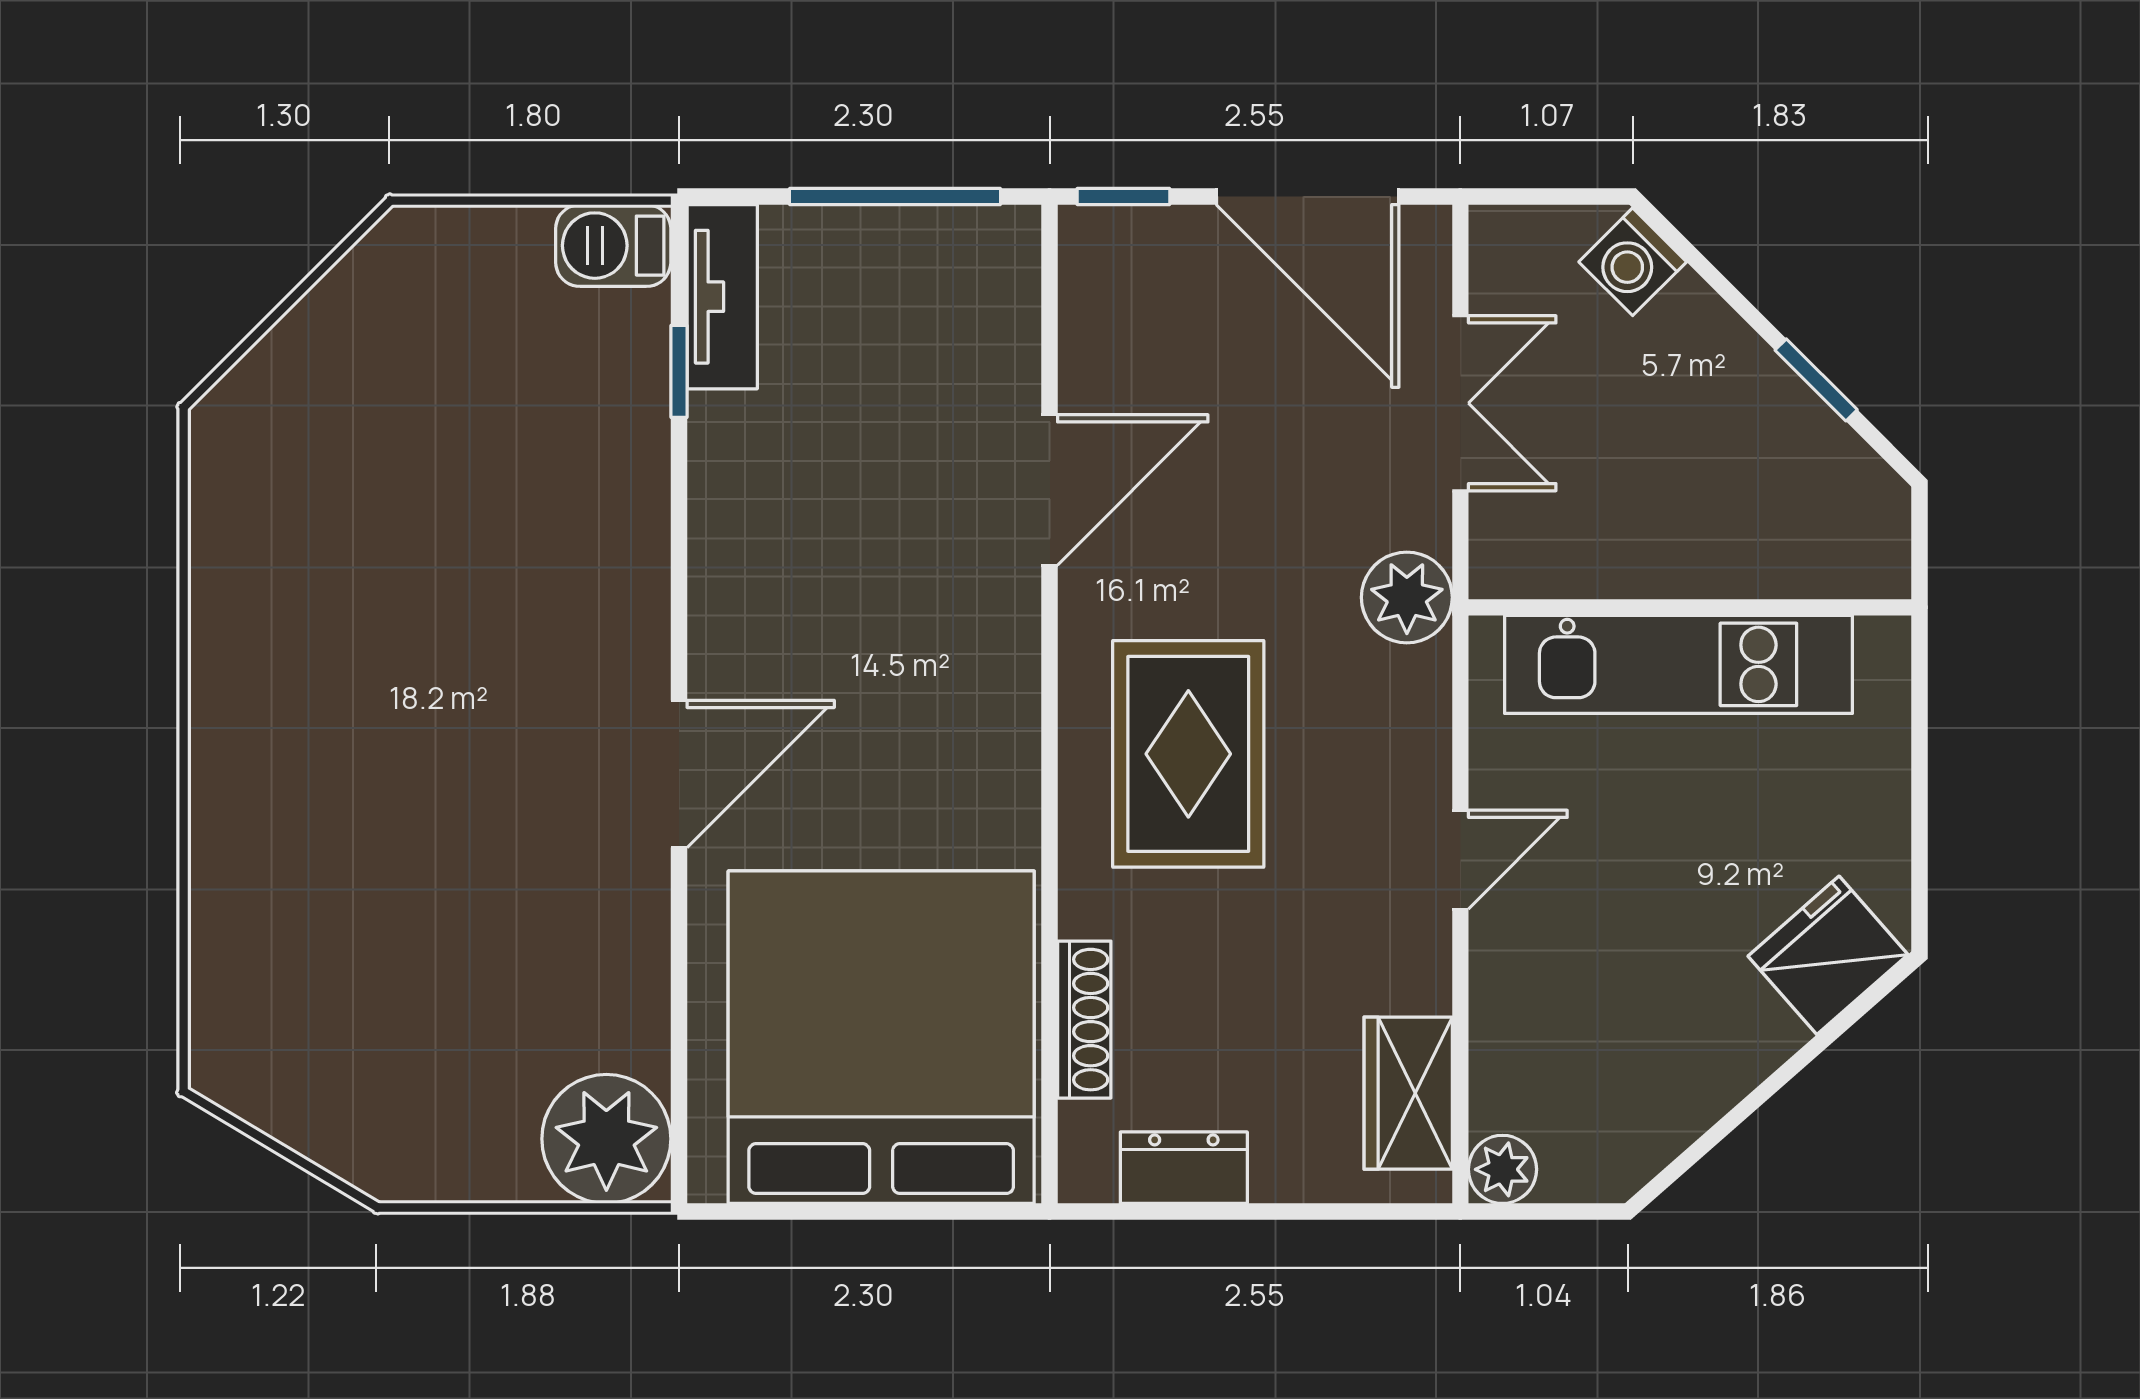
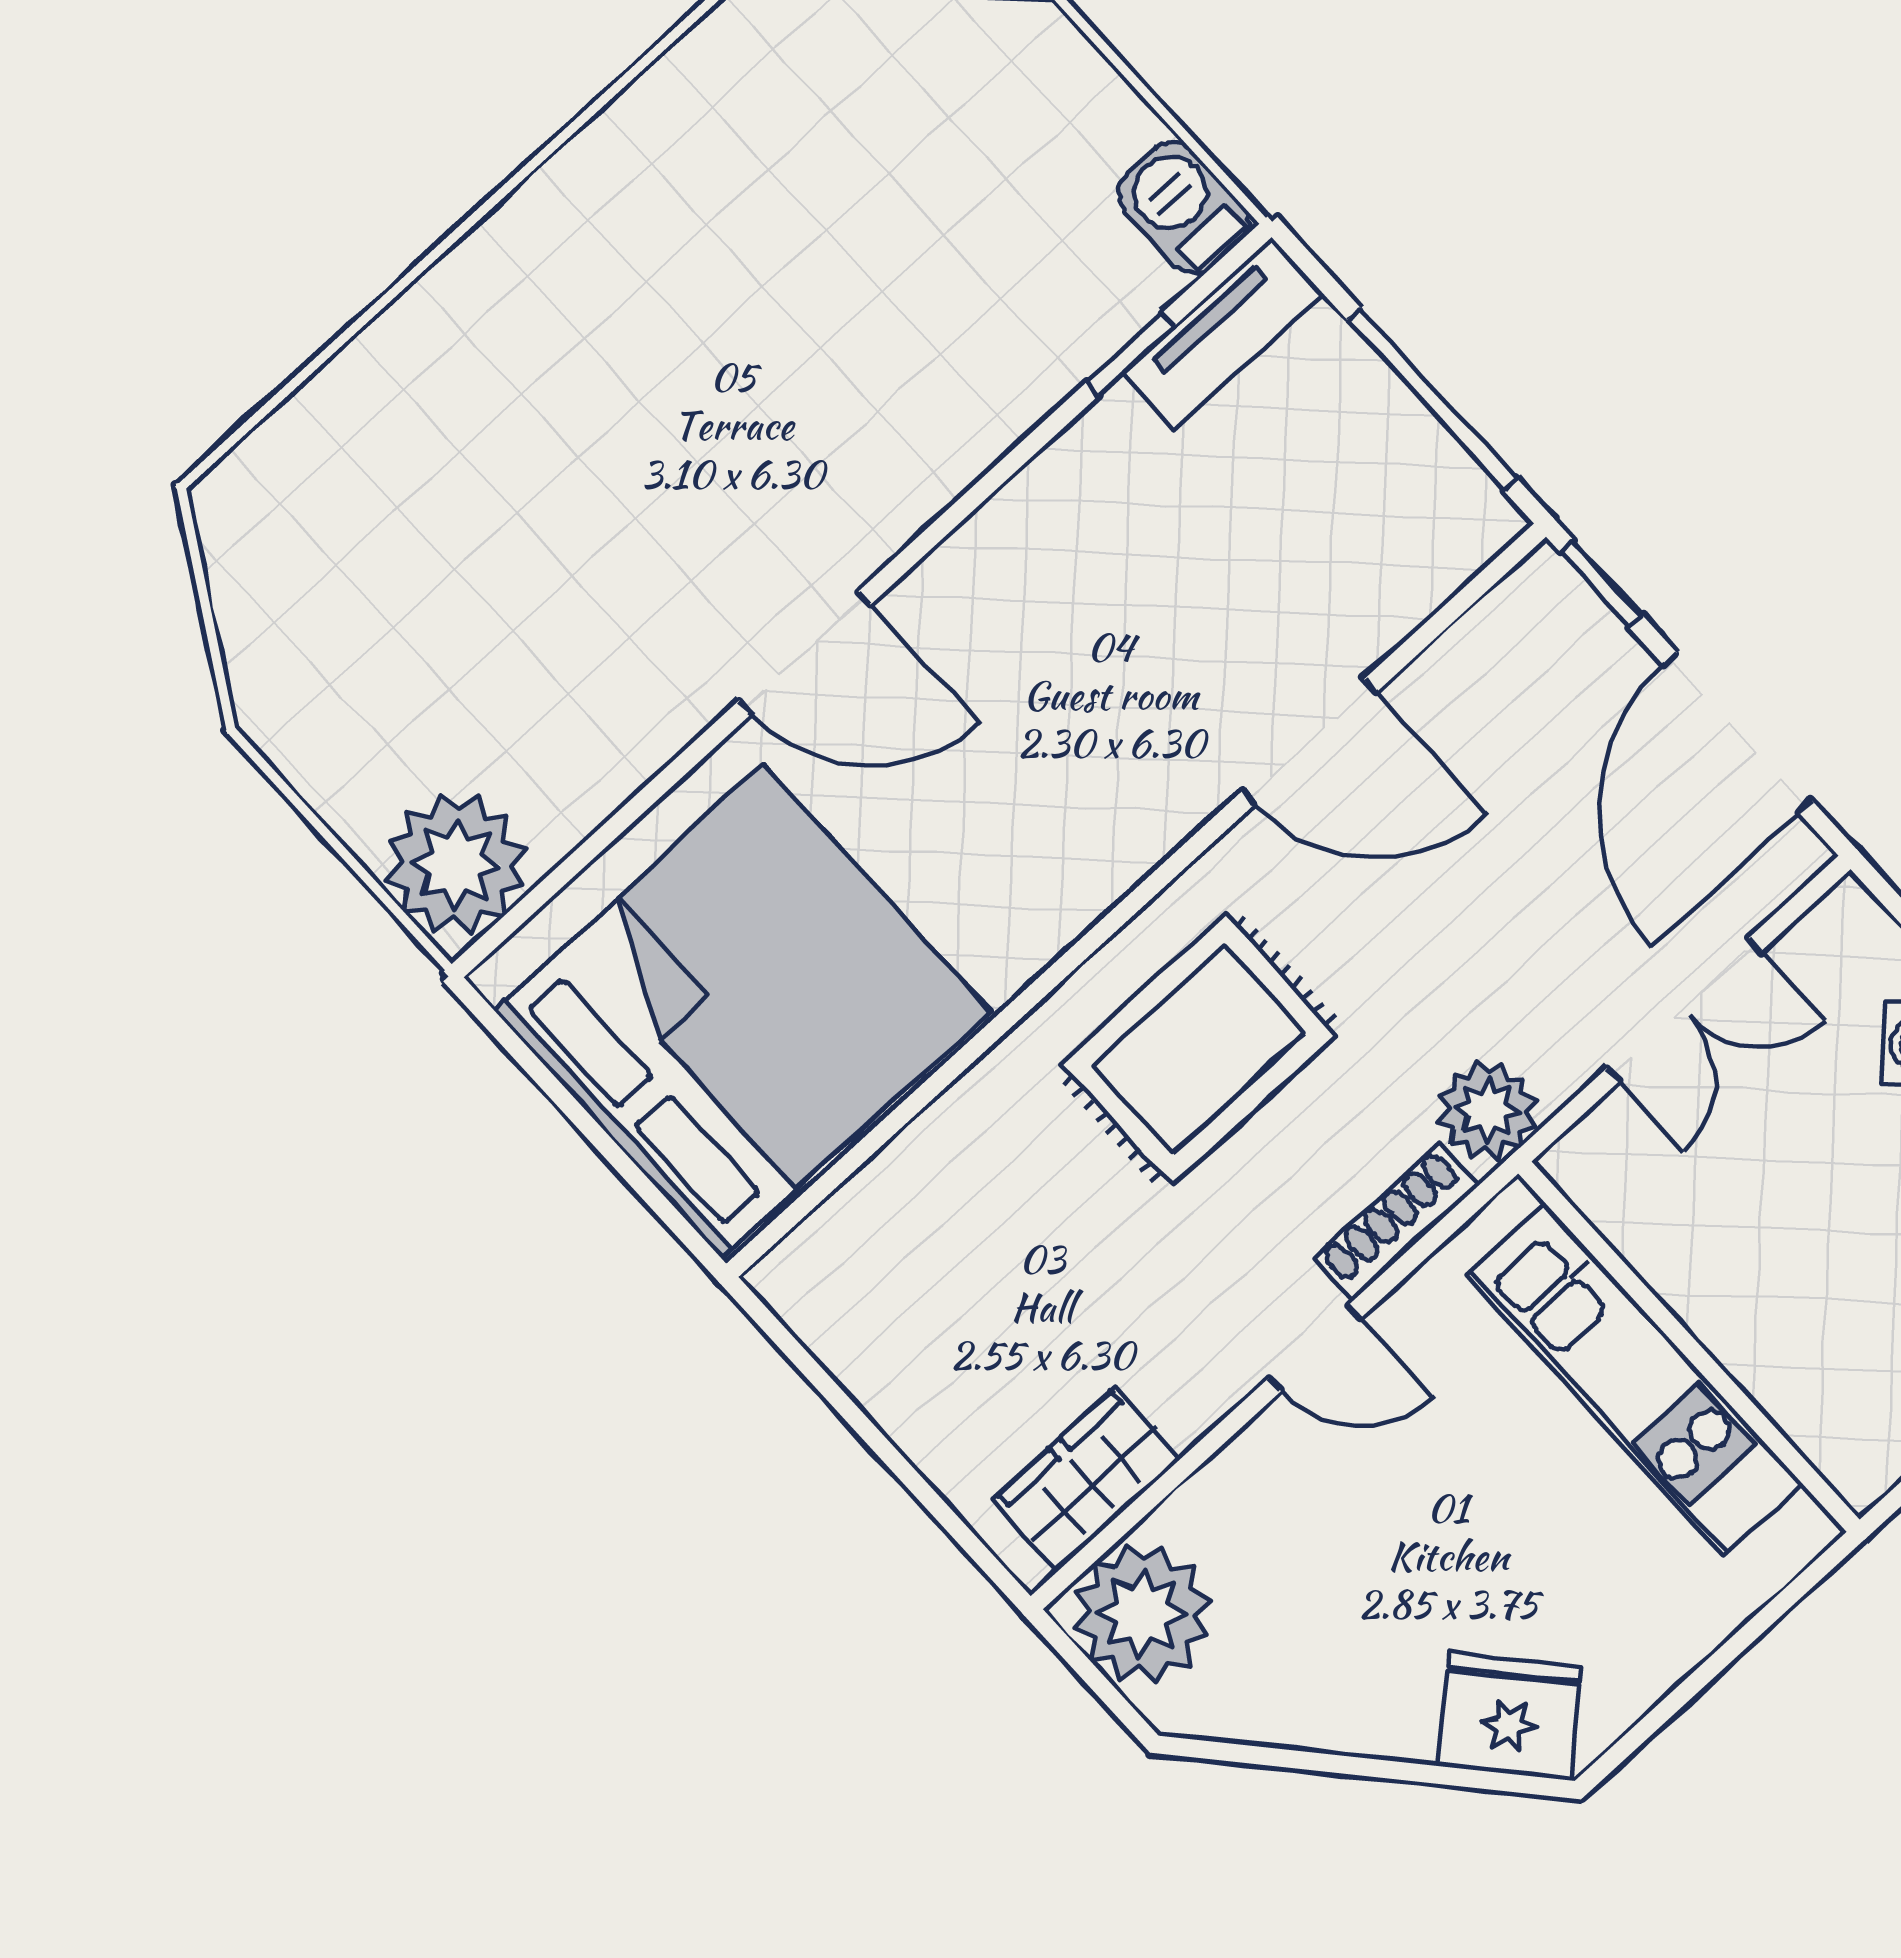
shoe rack: (1084, 1020) -> (1396, 1222), moved, turned 180
dresser: (1184, 1168) -> (861, 1353), removed
plant: (1502, 1169) -> (1142, 1614), width x1.88, depth x1.88

